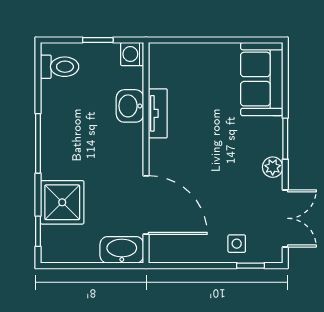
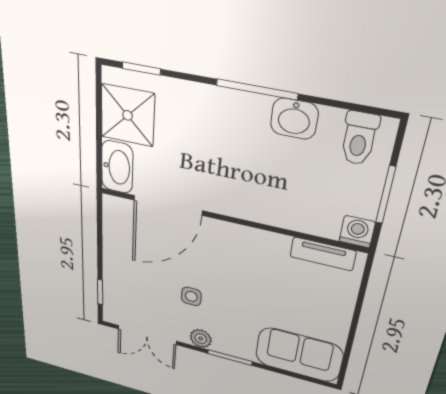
window: (98, 40) -> (386, 195), width x1.50
washbasin: (130, 106) -> (294, 119), moved, turned 180
tv unit: (158, 113) -> (323, 254), moved
shower: (62, 202) -> (128, 115), moved
side table: (237, 244) -> (191, 296), moved

